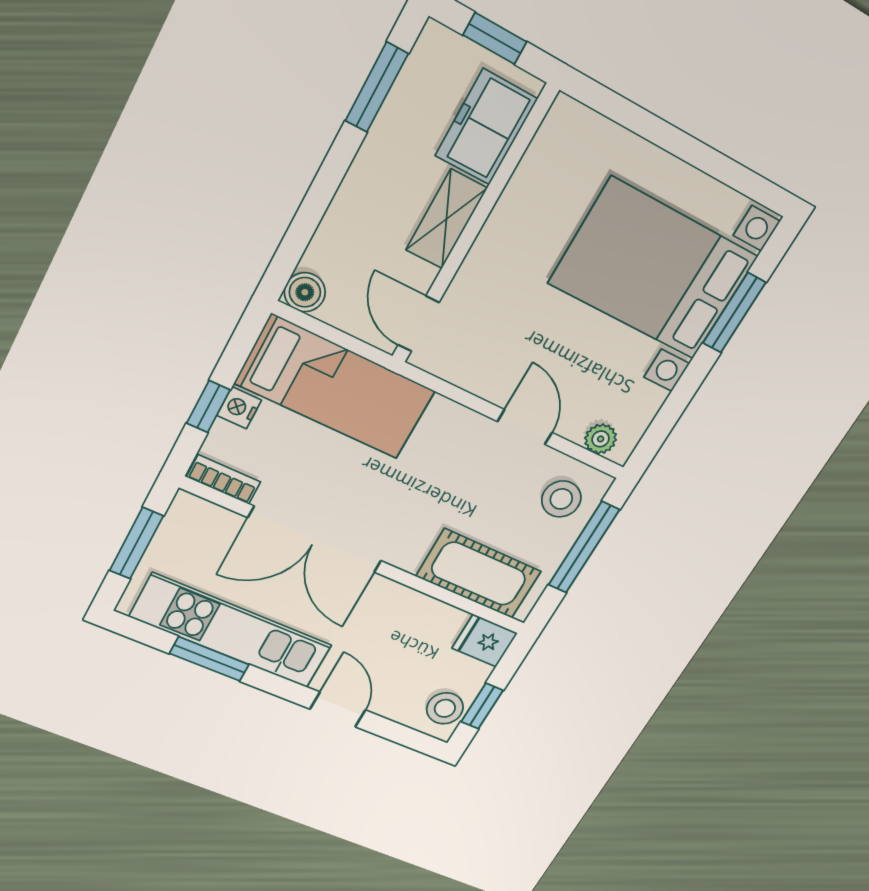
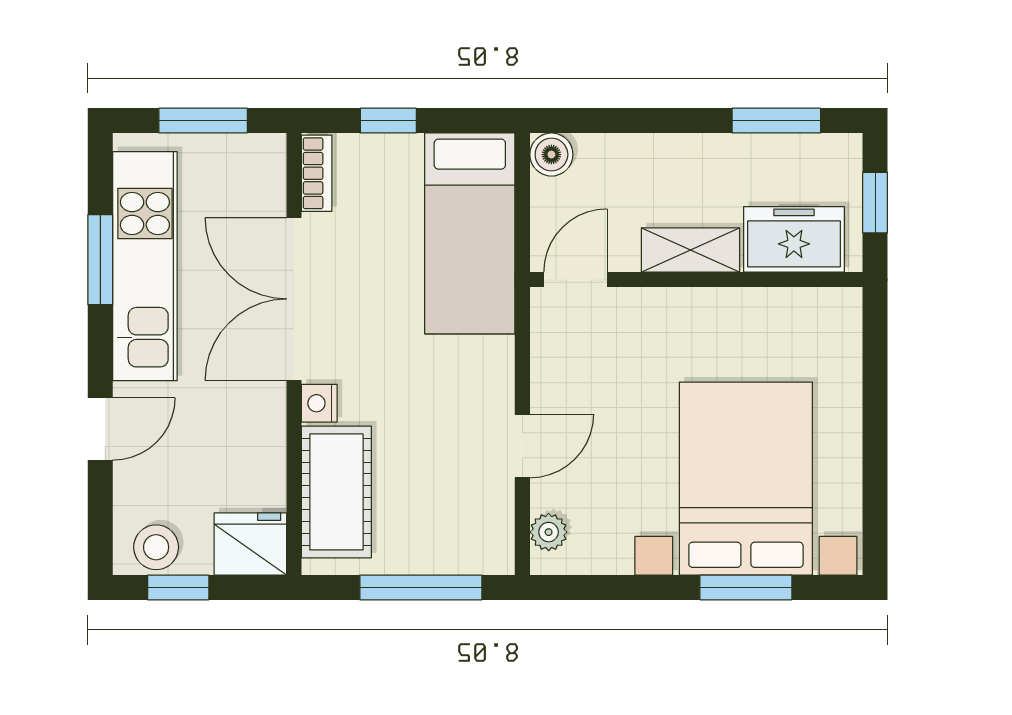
nightstand: (239, 408) -> (319, 403), moved, turned -90
stool: (561, 499) -> (463, 530), removed
fridge: (485, 641) -> (250, 544), width x1.38

